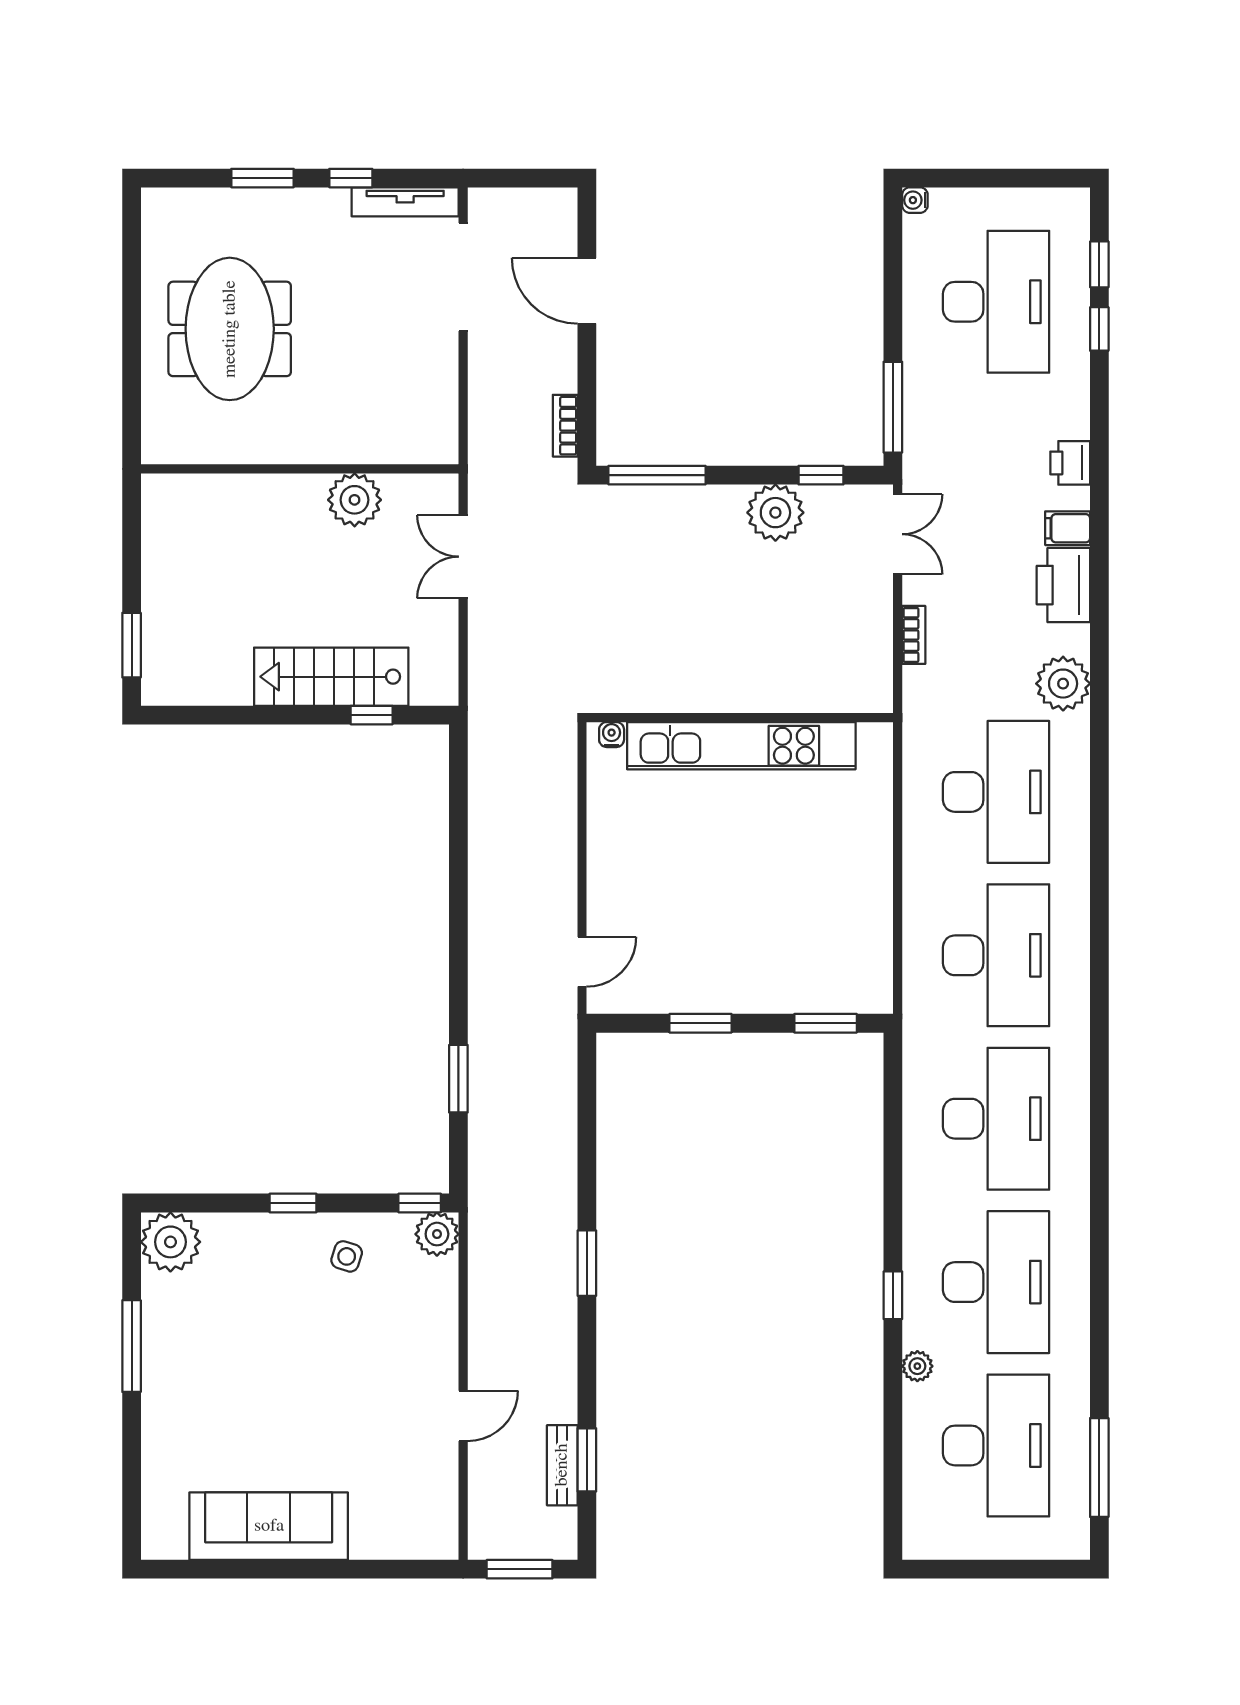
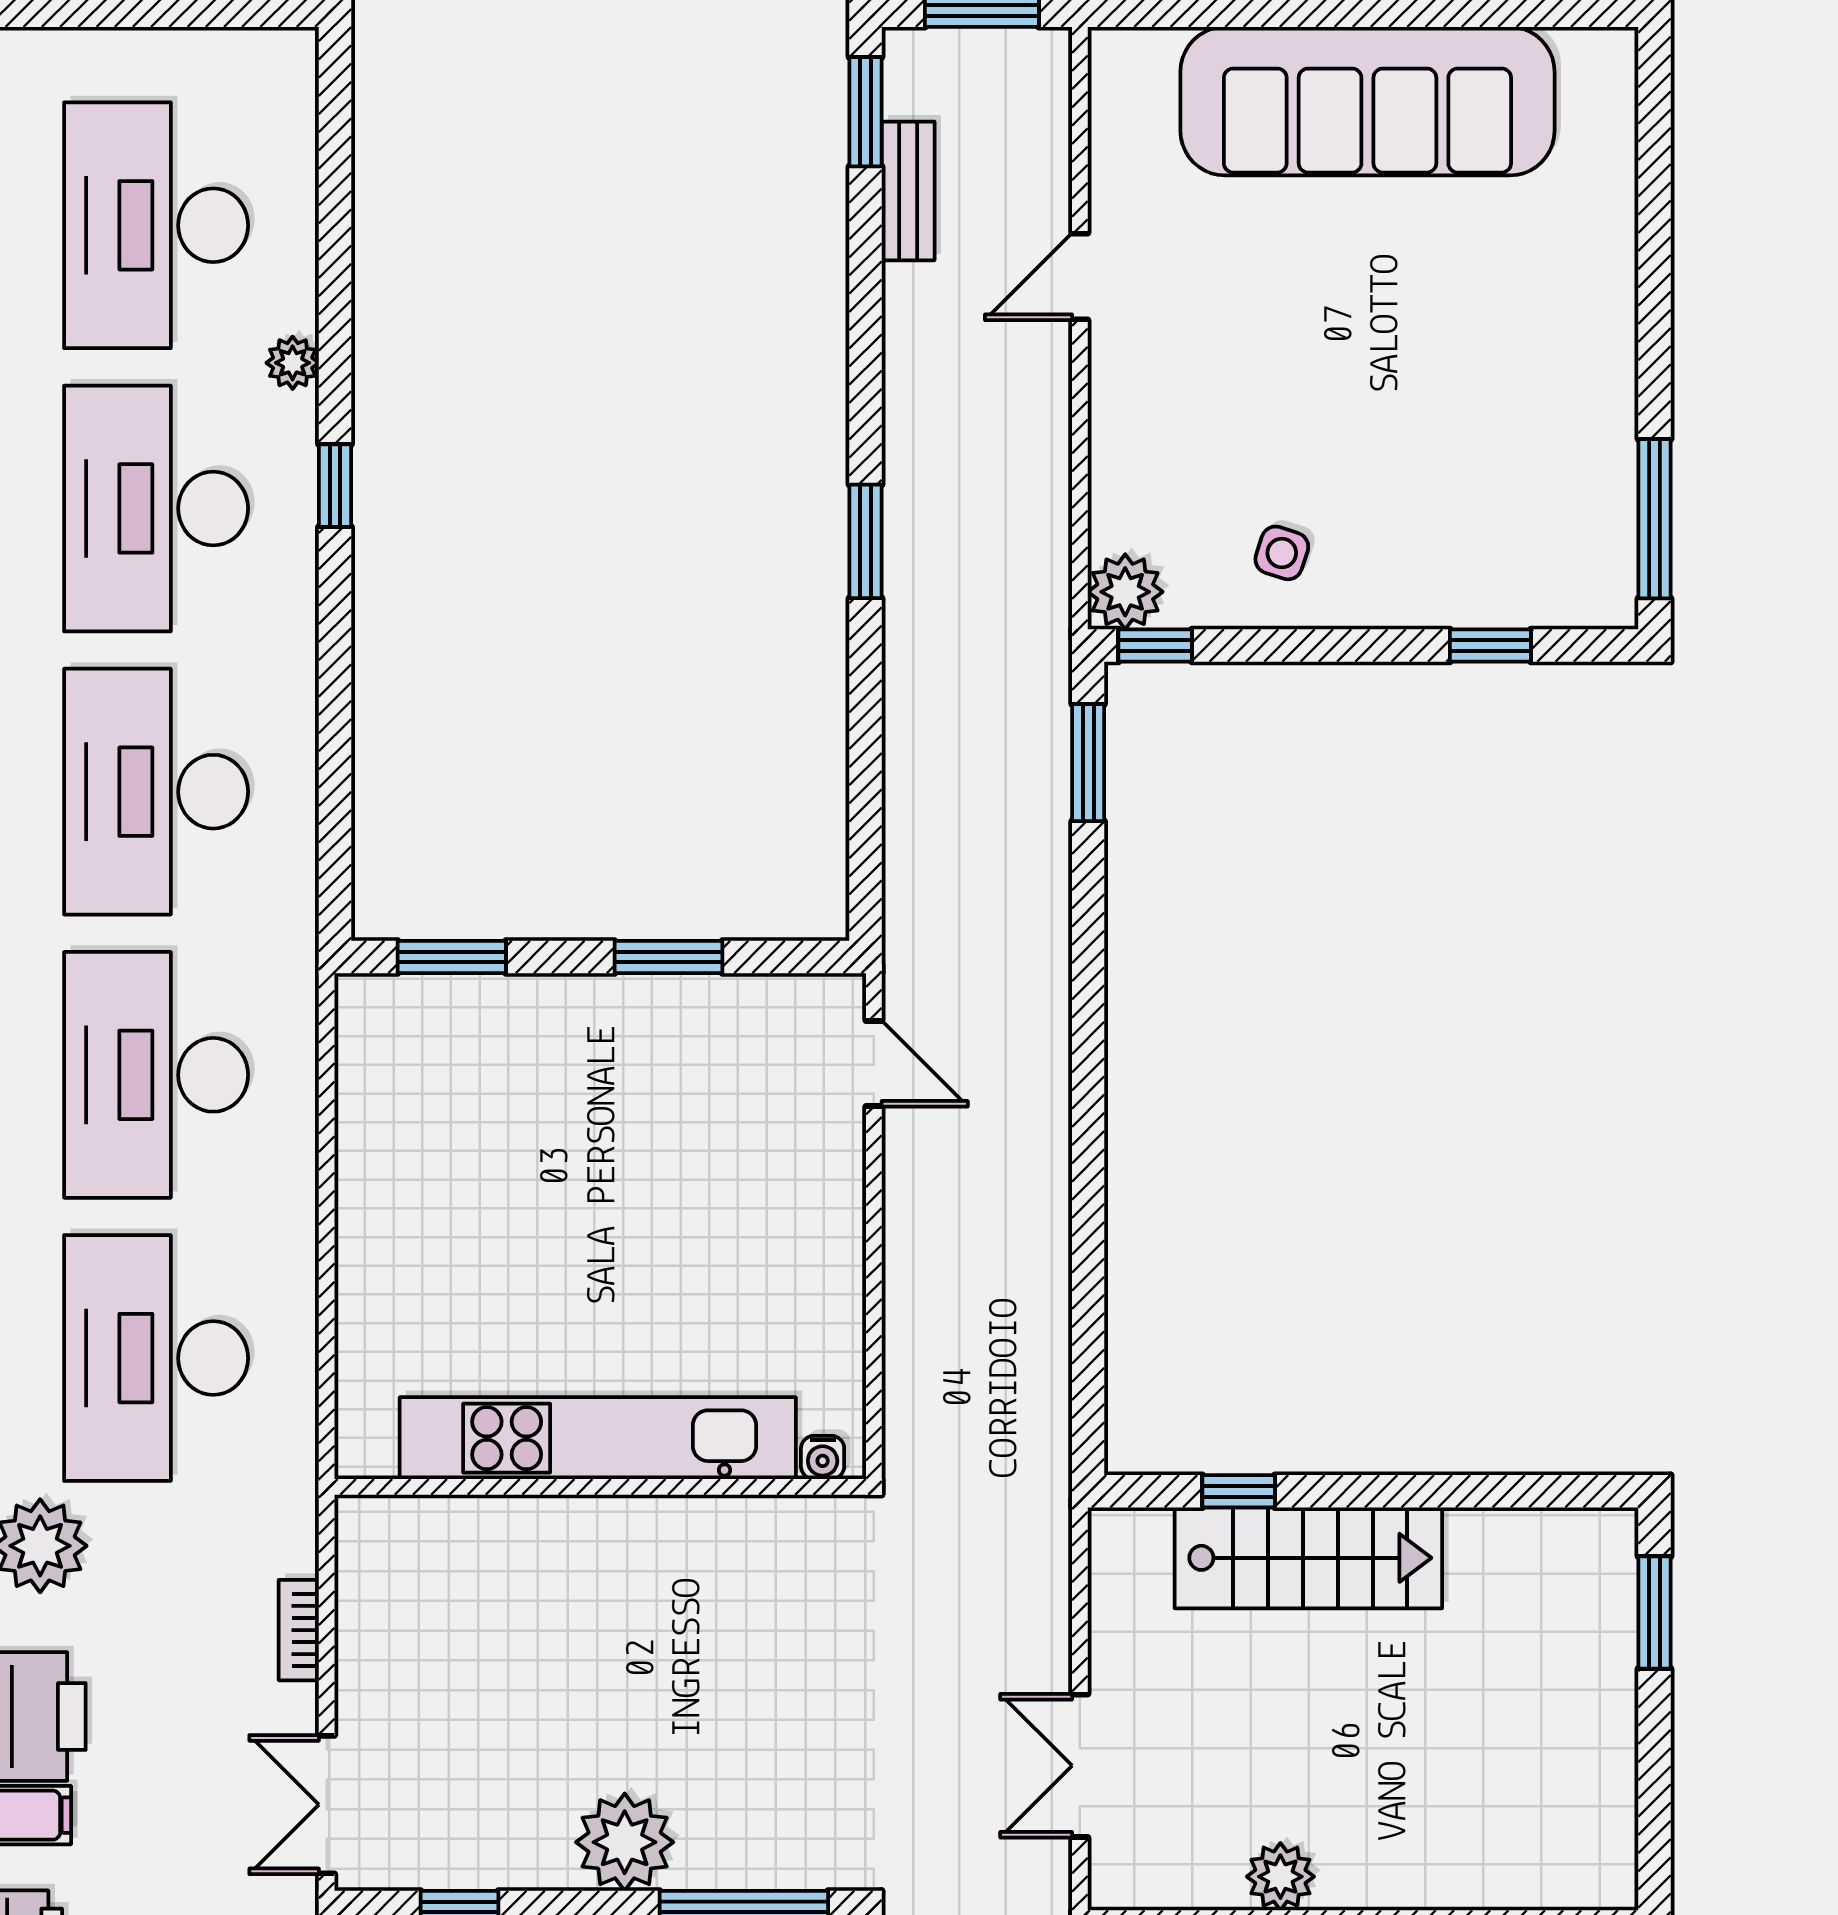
plant: (355, 500) -> (1280, 1877), width x0.73, depth x0.73
plant: (775, 513) -> (625, 1842), moved
double door: (463, 557) -> (1080, 1766), swing flipped
door: (582, 962) -> (874, 1064), swing flipped
window: (458, 1079) -> (1088, 763), moved
window: (293, 1203) -> (1490, 646), moved
plant: (170, 1242) -> (1587, 578), removed
window: (132, 1346) -> (1655, 519), moved
window: (587, 1460) -> (865, 112), moved
sofa: (269, 1526) -> (1367, 101), width x1.36, depth x1.27

